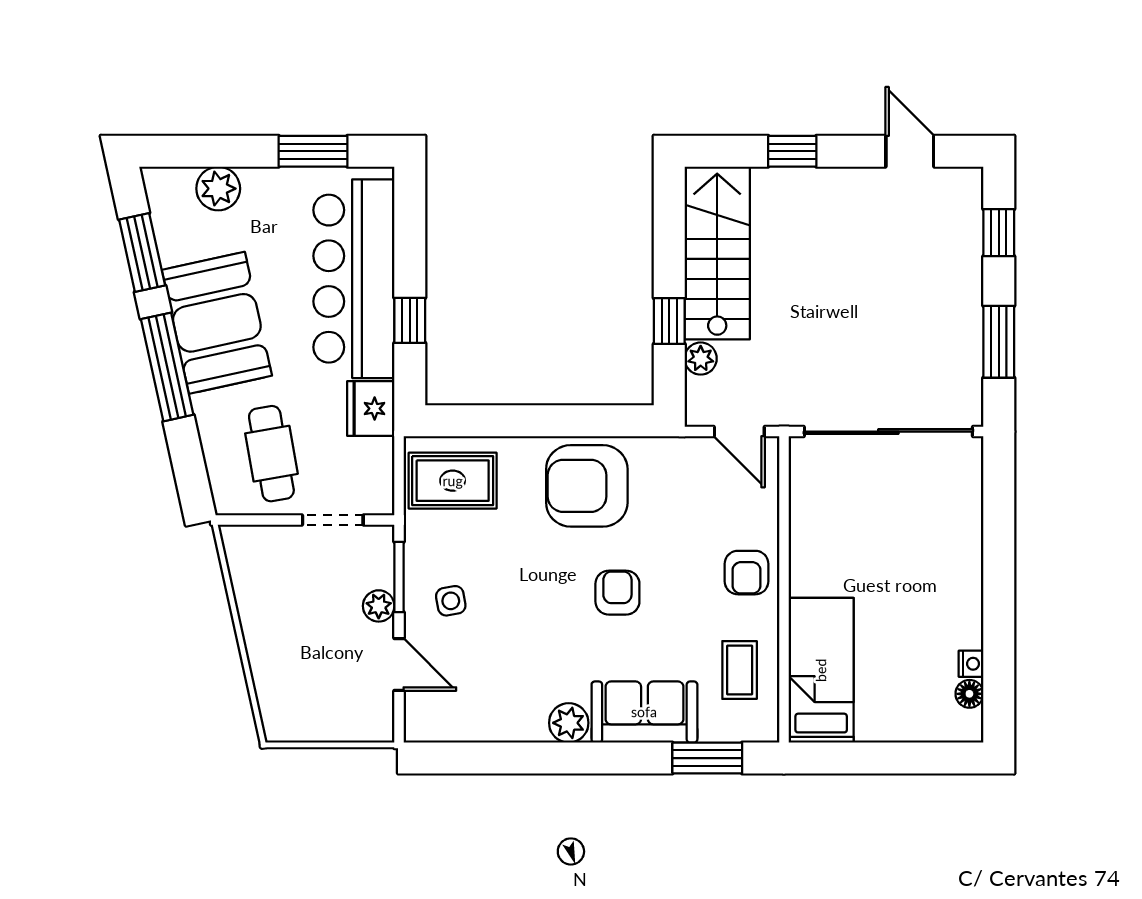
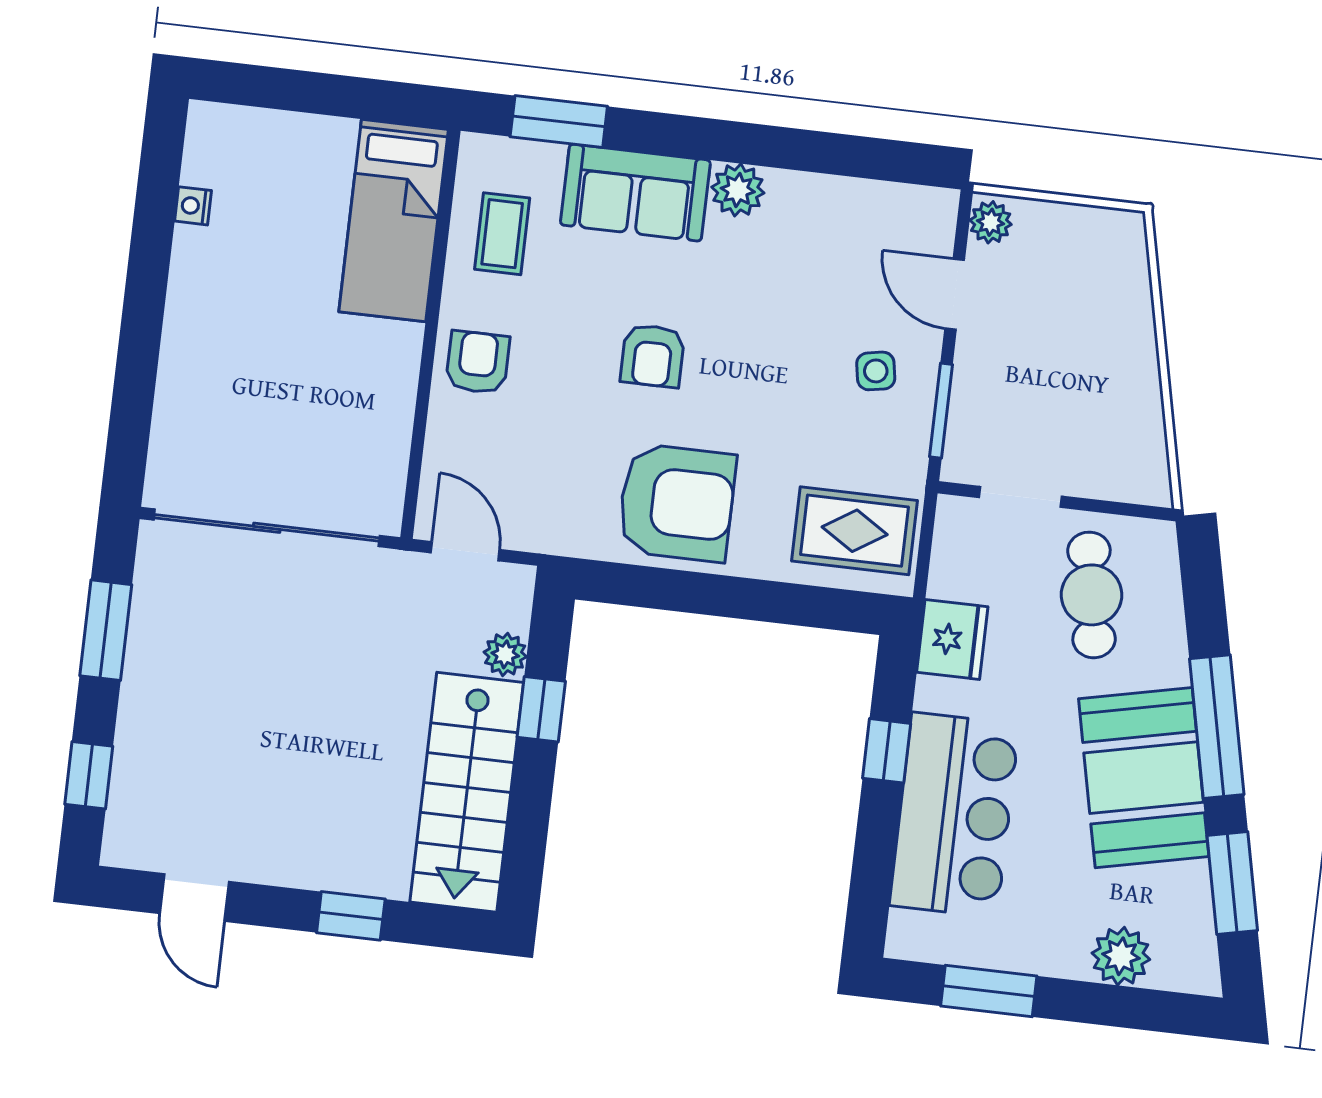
bar counter: (354, 279) -> (954, 815), width x0.73
plant: (379, 606) -> (991, 222), moved
floor lamp: (969, 694) -> (200, 166), removed

